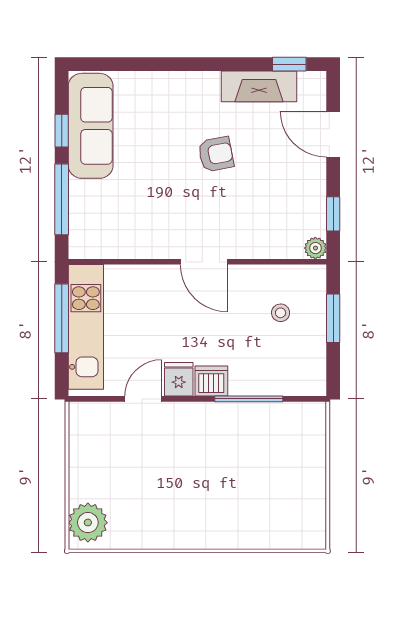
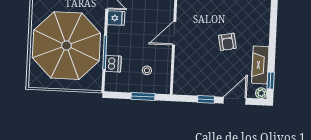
window: (333, 214) -> (206, 99), moved
plant: (315, 248) -> (261, 93), moved
dishwasher: (211, 381) -> (113, 64), moved
parasol: (239, 476) -> (66, 46), added

